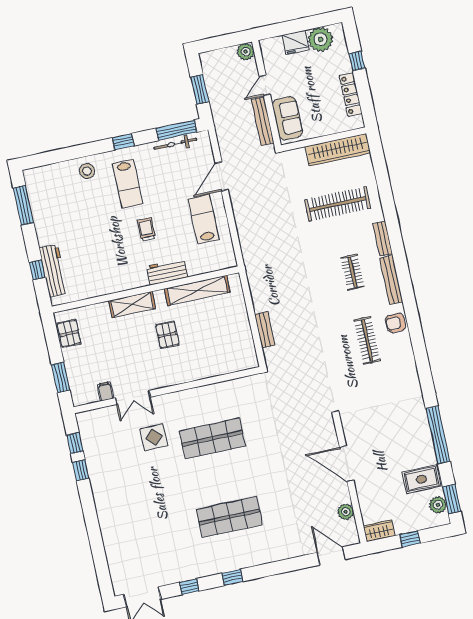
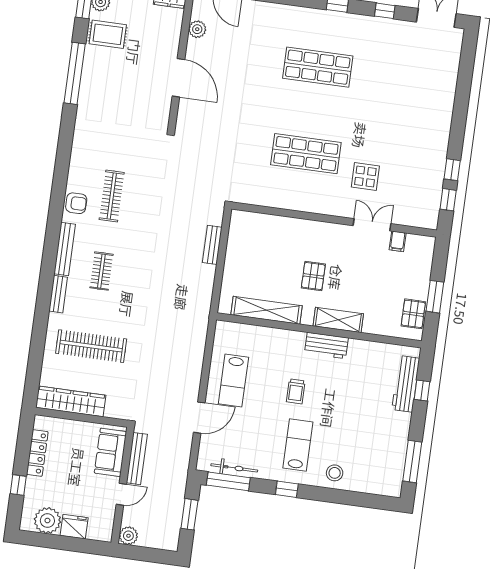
workbench: (167, 272) -> (326, 345), moved
window: (61, 377) -> (435, 297), moved

